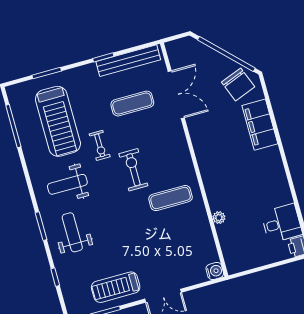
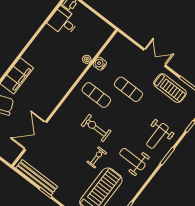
exercise mat: (132, 104) -> (128, 89), moved
exercise bike: (133, 170) -> (96, 128), turned 90
weight bench: (67, 184) -> (132, 159), turned 180
water cooler: (215, 271) -> (100, 64), moved

